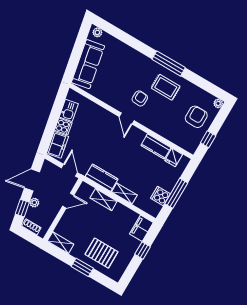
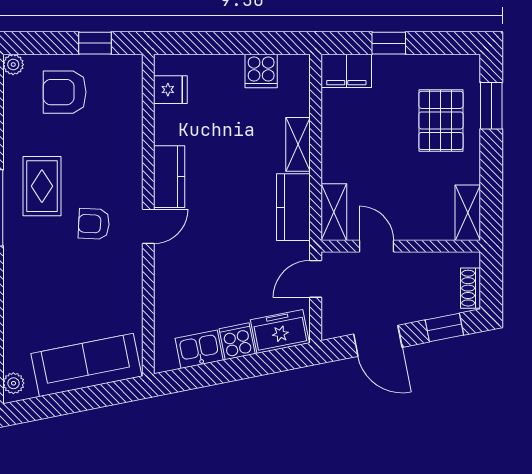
kitchen counter: (156, 146) -> (169, 177), moved
window: (176, 193) -> (238, 43), removed
shelving: (104, 200) -> (334, 212), moved
plant: (34, 203) -> (420, 310), removed
window: (82, 267) -> (491, 106), moved

